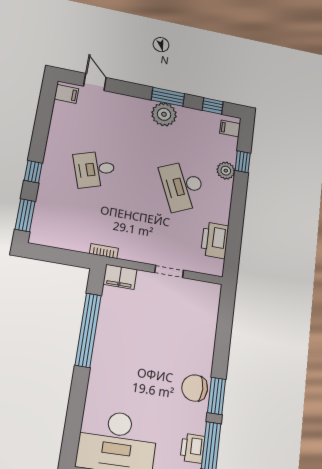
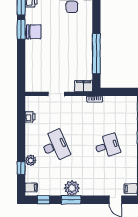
printer: (215, 240) -> (30, 117), width x0.53, depth x0.68

